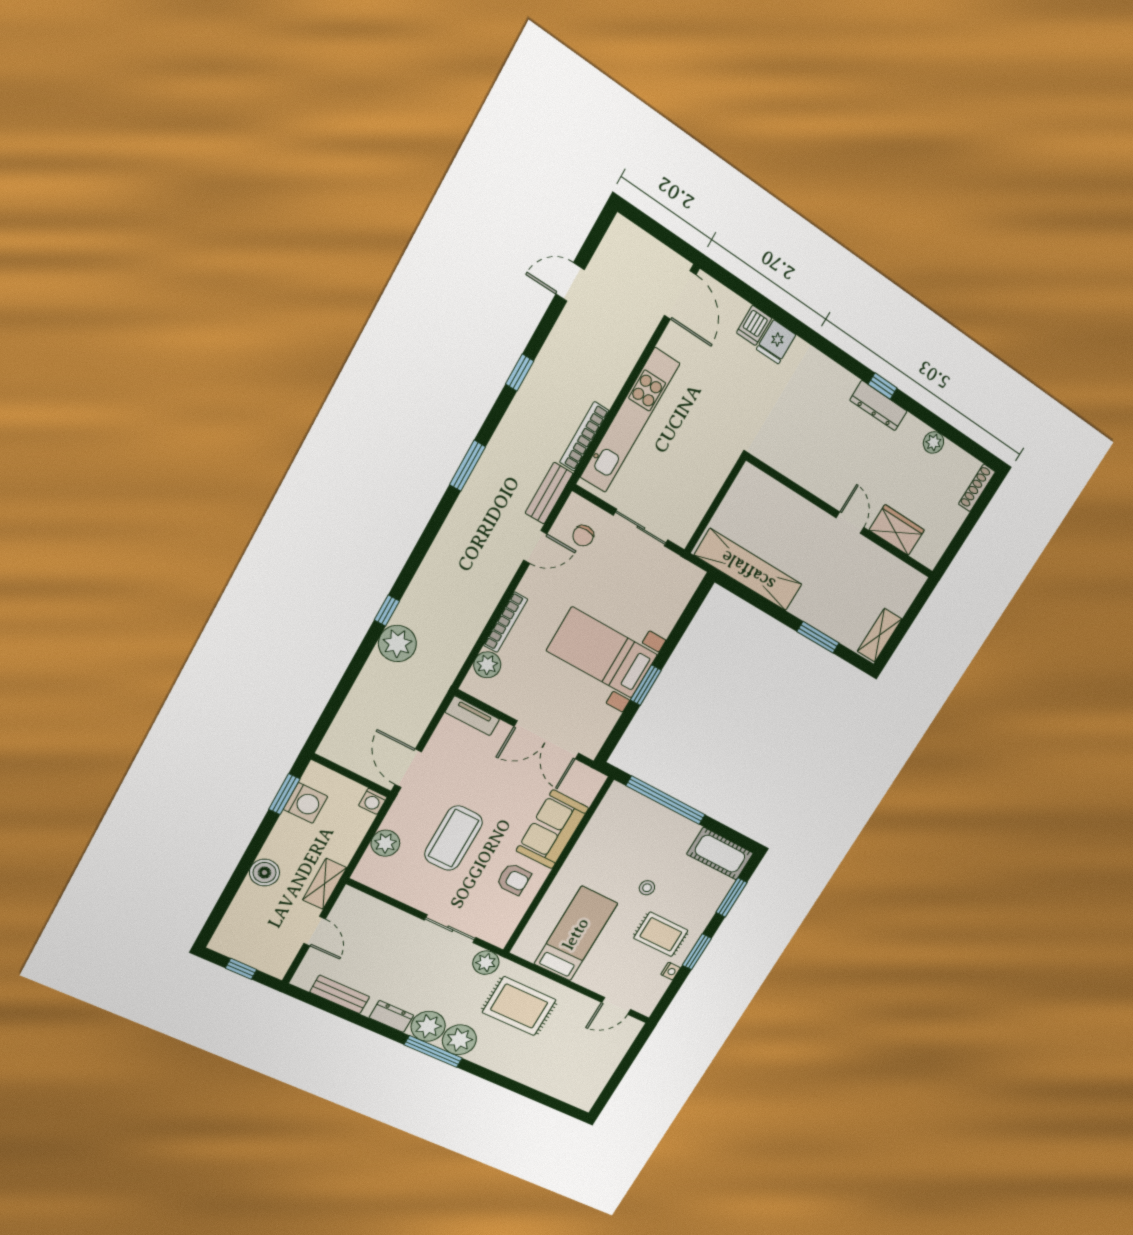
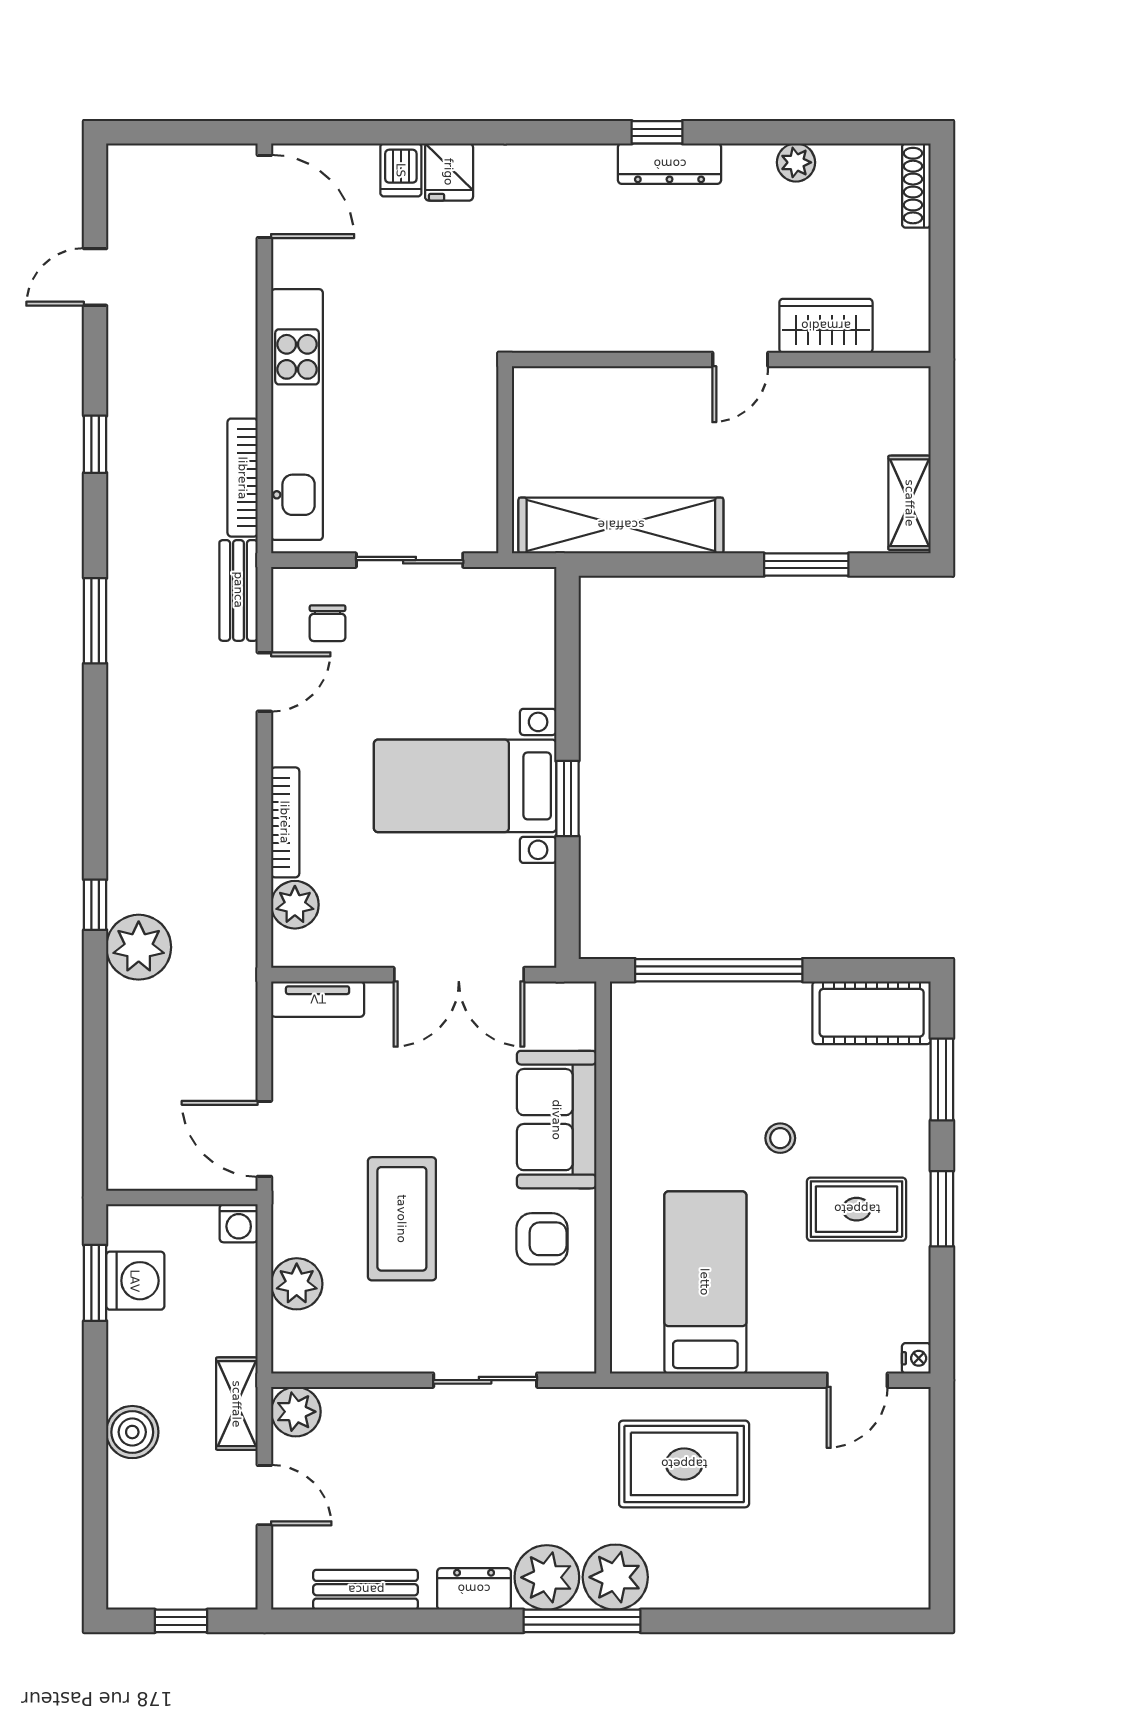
door: (850, 523) -> (740, 360), swing flipped
plant: (486, 963) -> (296, 1412), moved
nightstand: (671, 971) -> (916, 1358), moved

